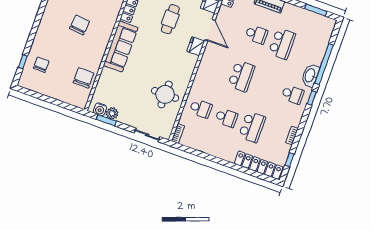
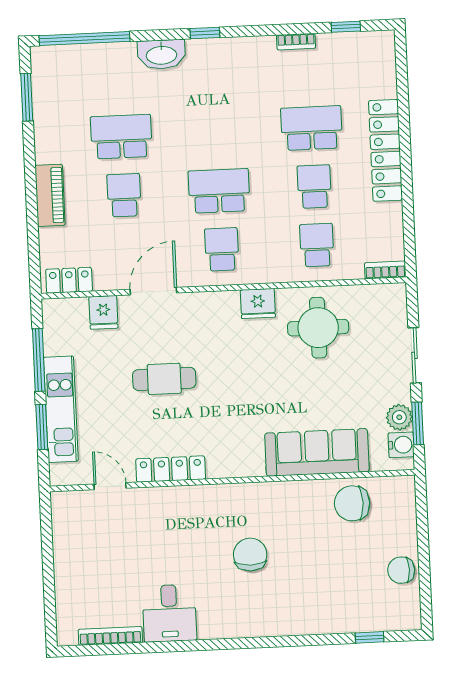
chair: (80, 25) -> (250, 555), turned 84
sofa: (121, 46) -> (317, 452), moved
fridge: (196, 46) -> (258, 303), moved
window: (324, 64) -> (85, 39), moved
chair: (41, 65) -> (401, 570), moved
school desk: (293, 94) -> (222, 249), moved
sliding door: (147, 135) -> (415, 355), moved
locker: (259, 165) -> (386, 150), moved

